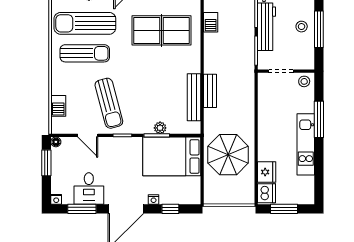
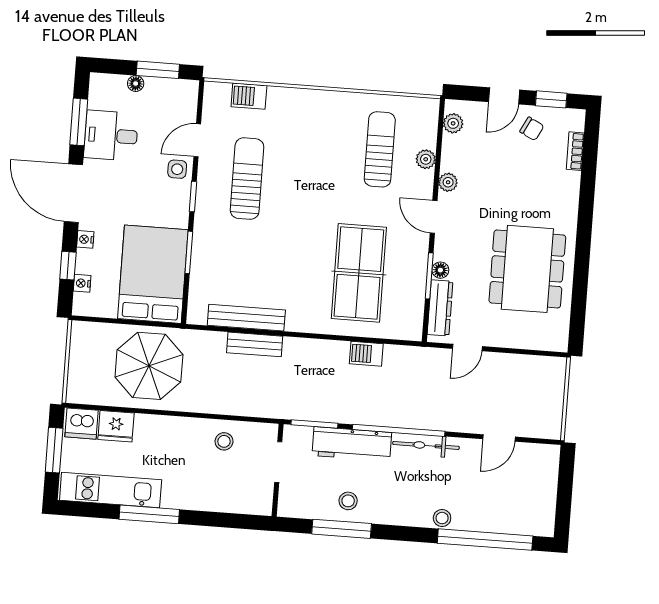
sun lounger: (85, 23) -> (380, 149), width x0.73, depth x0.75
sun lounger: (85, 53) -> (331, 145), removed
stool: (304, 81) -> (224, 441), moved
sun lounger: (109, 103) -> (247, 179), turned 105
window: (319, 119) -> (149, 514), moved
plant: (160, 128) -> (201, 259), removed
floor lamp: (56, 142) -> (136, 84), moved
kitchen unit: (306, 144) -> (111, 490), moved
side table: (106, 146) -> (177, 169), added
nightstand: (56, 199) -> (82, 283), moved

